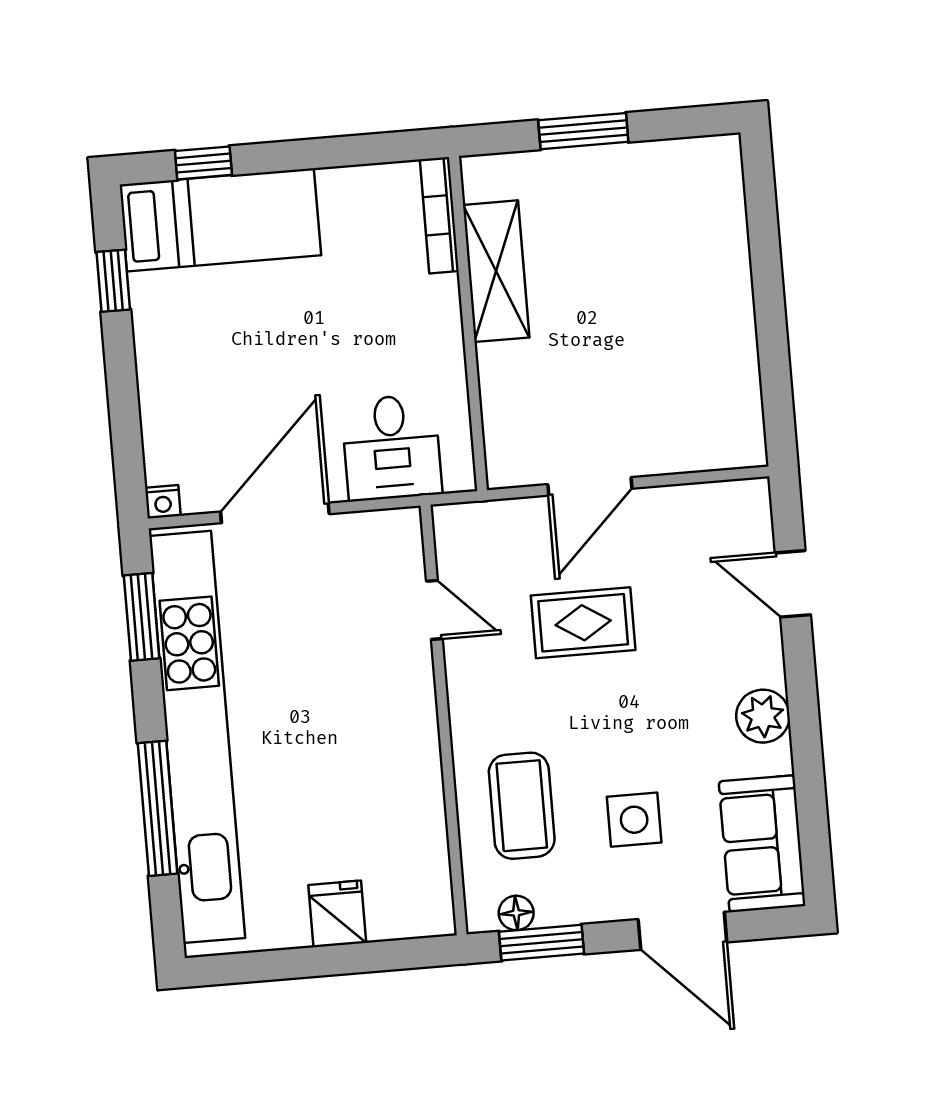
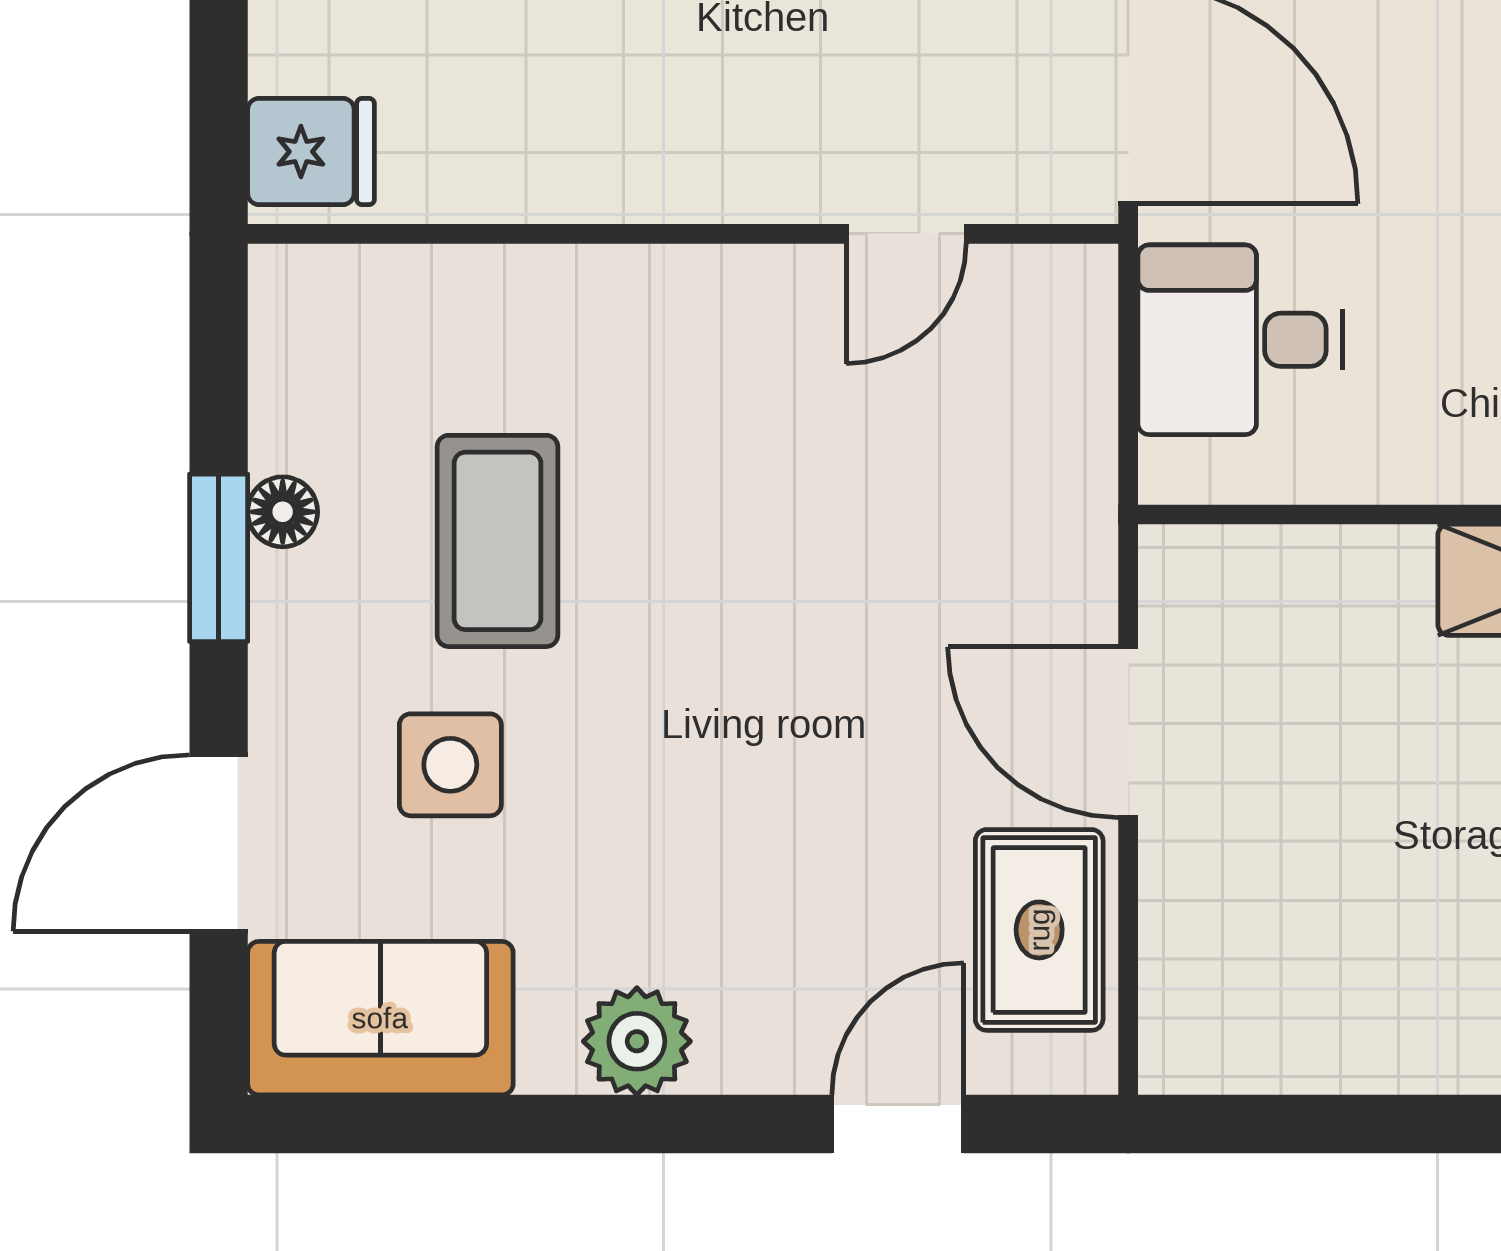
door: (434, 610) -> (906, 234), moved
rug: (583, 623) -> (1039, 930), moved
wall: (444, 720) -> (683, 234), moved
coffee table: (522, 806) -> (497, 541), turned 90

